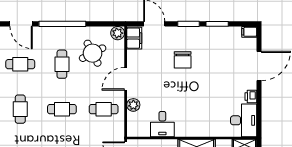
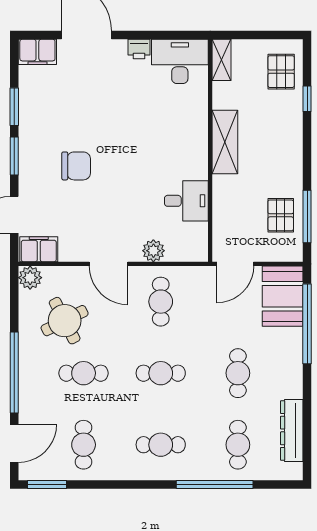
filing cabinet: (249, 32) -> (37, 52), width x2.00
cafe table: (62, 109) -> (161, 373), turned 90

